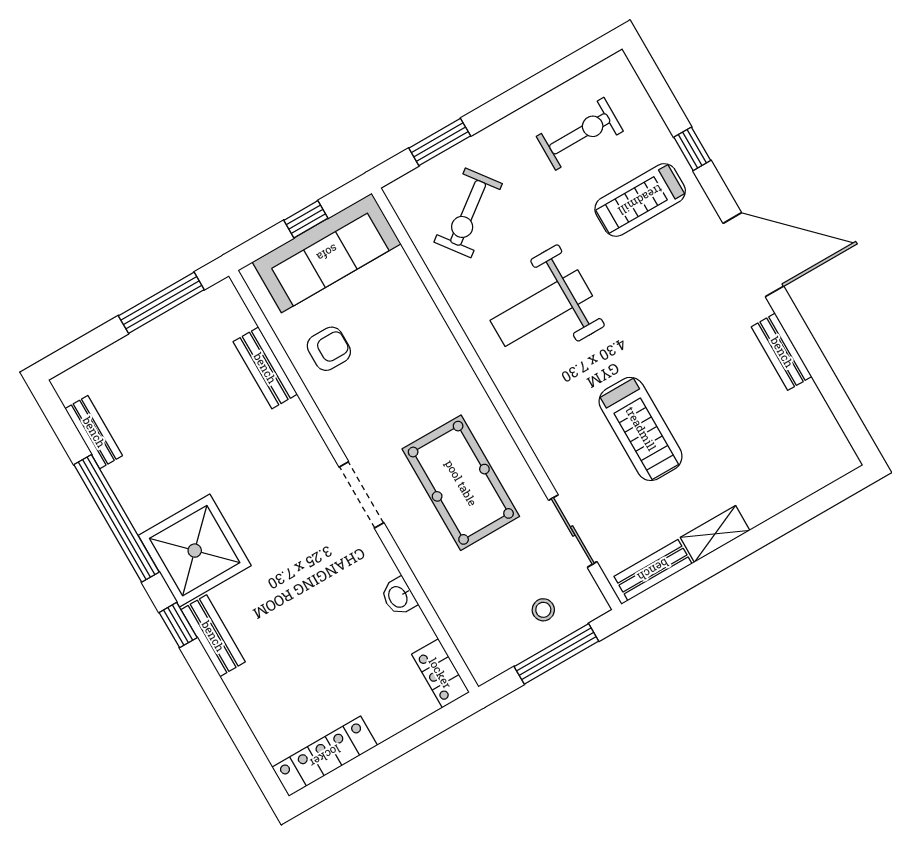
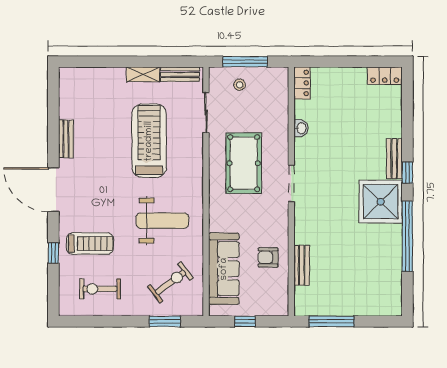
sofa: (327, 253) -> (224, 269), moved, turned 90
treadmill: (641, 429) -> (149, 141), width x1.37, depth x1.38
bench: (94, 432) -> (395, 281), removed
locker: (325, 756) -> (385, 76), width x0.66

